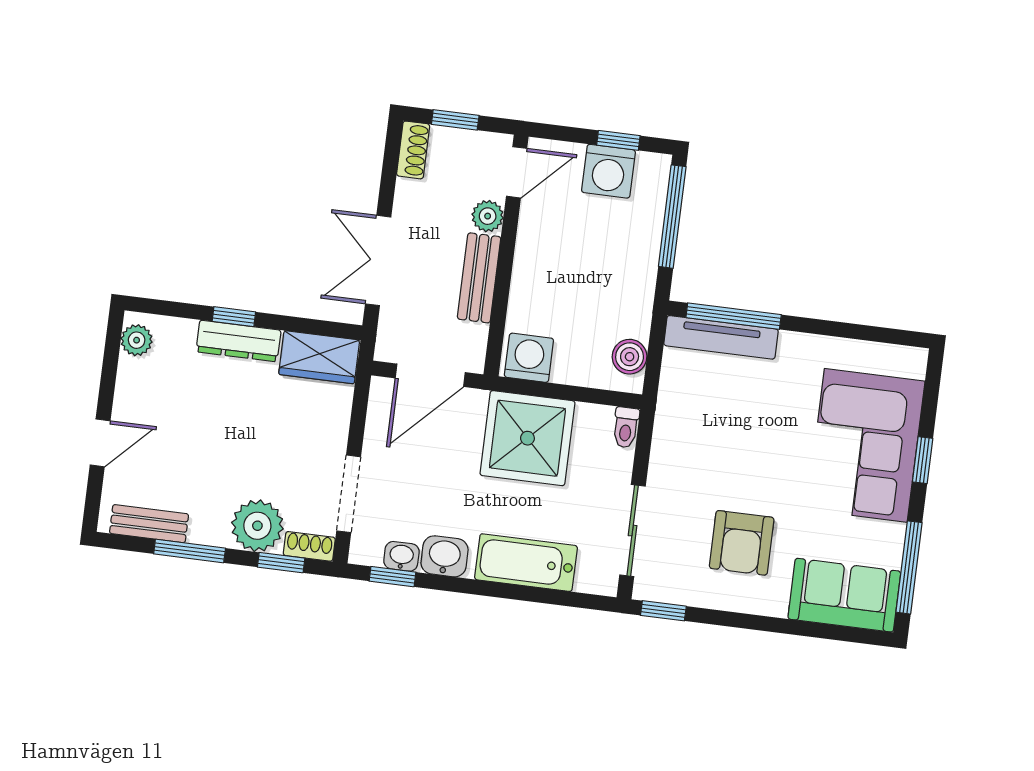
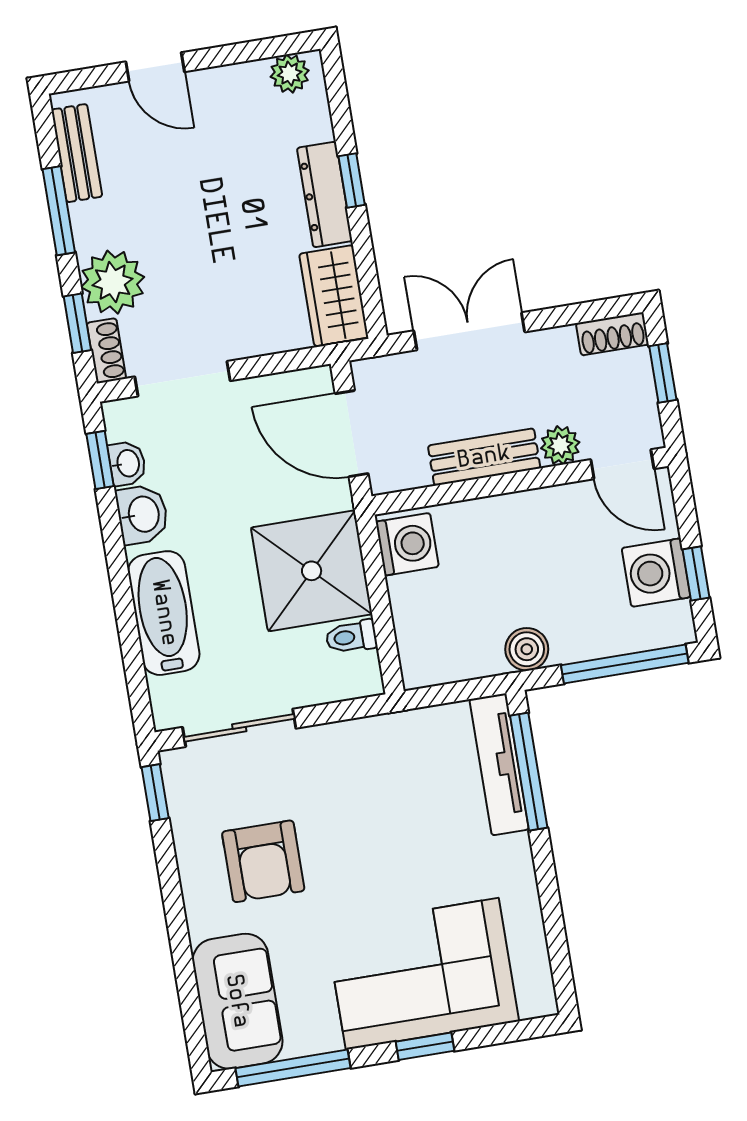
boiler: (630, 357) -> (527, 649), moved
toilet: (626, 427) -> (351, 637), moved
armchair: (742, 543) -> (263, 861), turned -90

